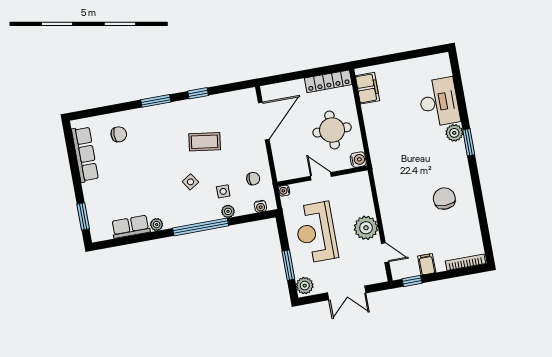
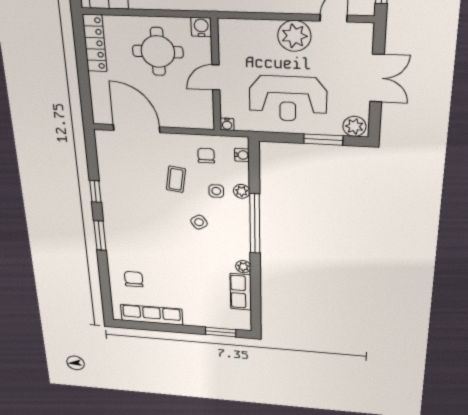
coffee table: (205, 142) -> (176, 179), moved, width x0.73, depth x0.77

